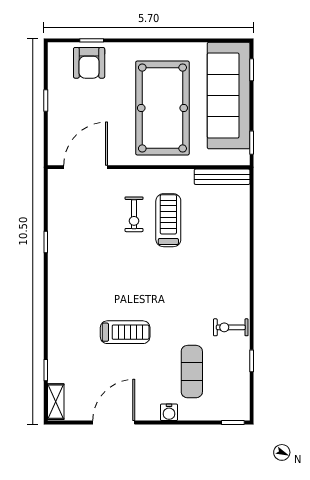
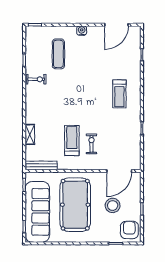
armchair: (89, 63) -> (129, 230), moved
stool: (97, 107) -> (113, 205), added
treadmill: (168, 220) -> (72, 141), turned 180
treadmill: (125, 332) -> (119, 94), moved, turned -90
shelving: (56, 402) -> (30, 134), moved
water cooler: (169, 412) -> (82, 31), moved
door: (114, 423) -> (116, 25), moved

